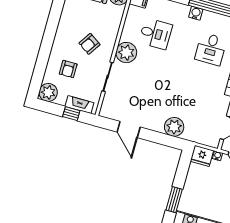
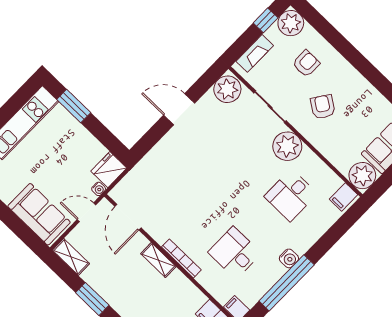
armchair: (68, 69) -> (306, 64), turned 90
window: (71, 114) -> (266, 20), moved
plant: (174, 127) -> (227, 89), moved
door: (129, 130) -> (179, 109), moved

